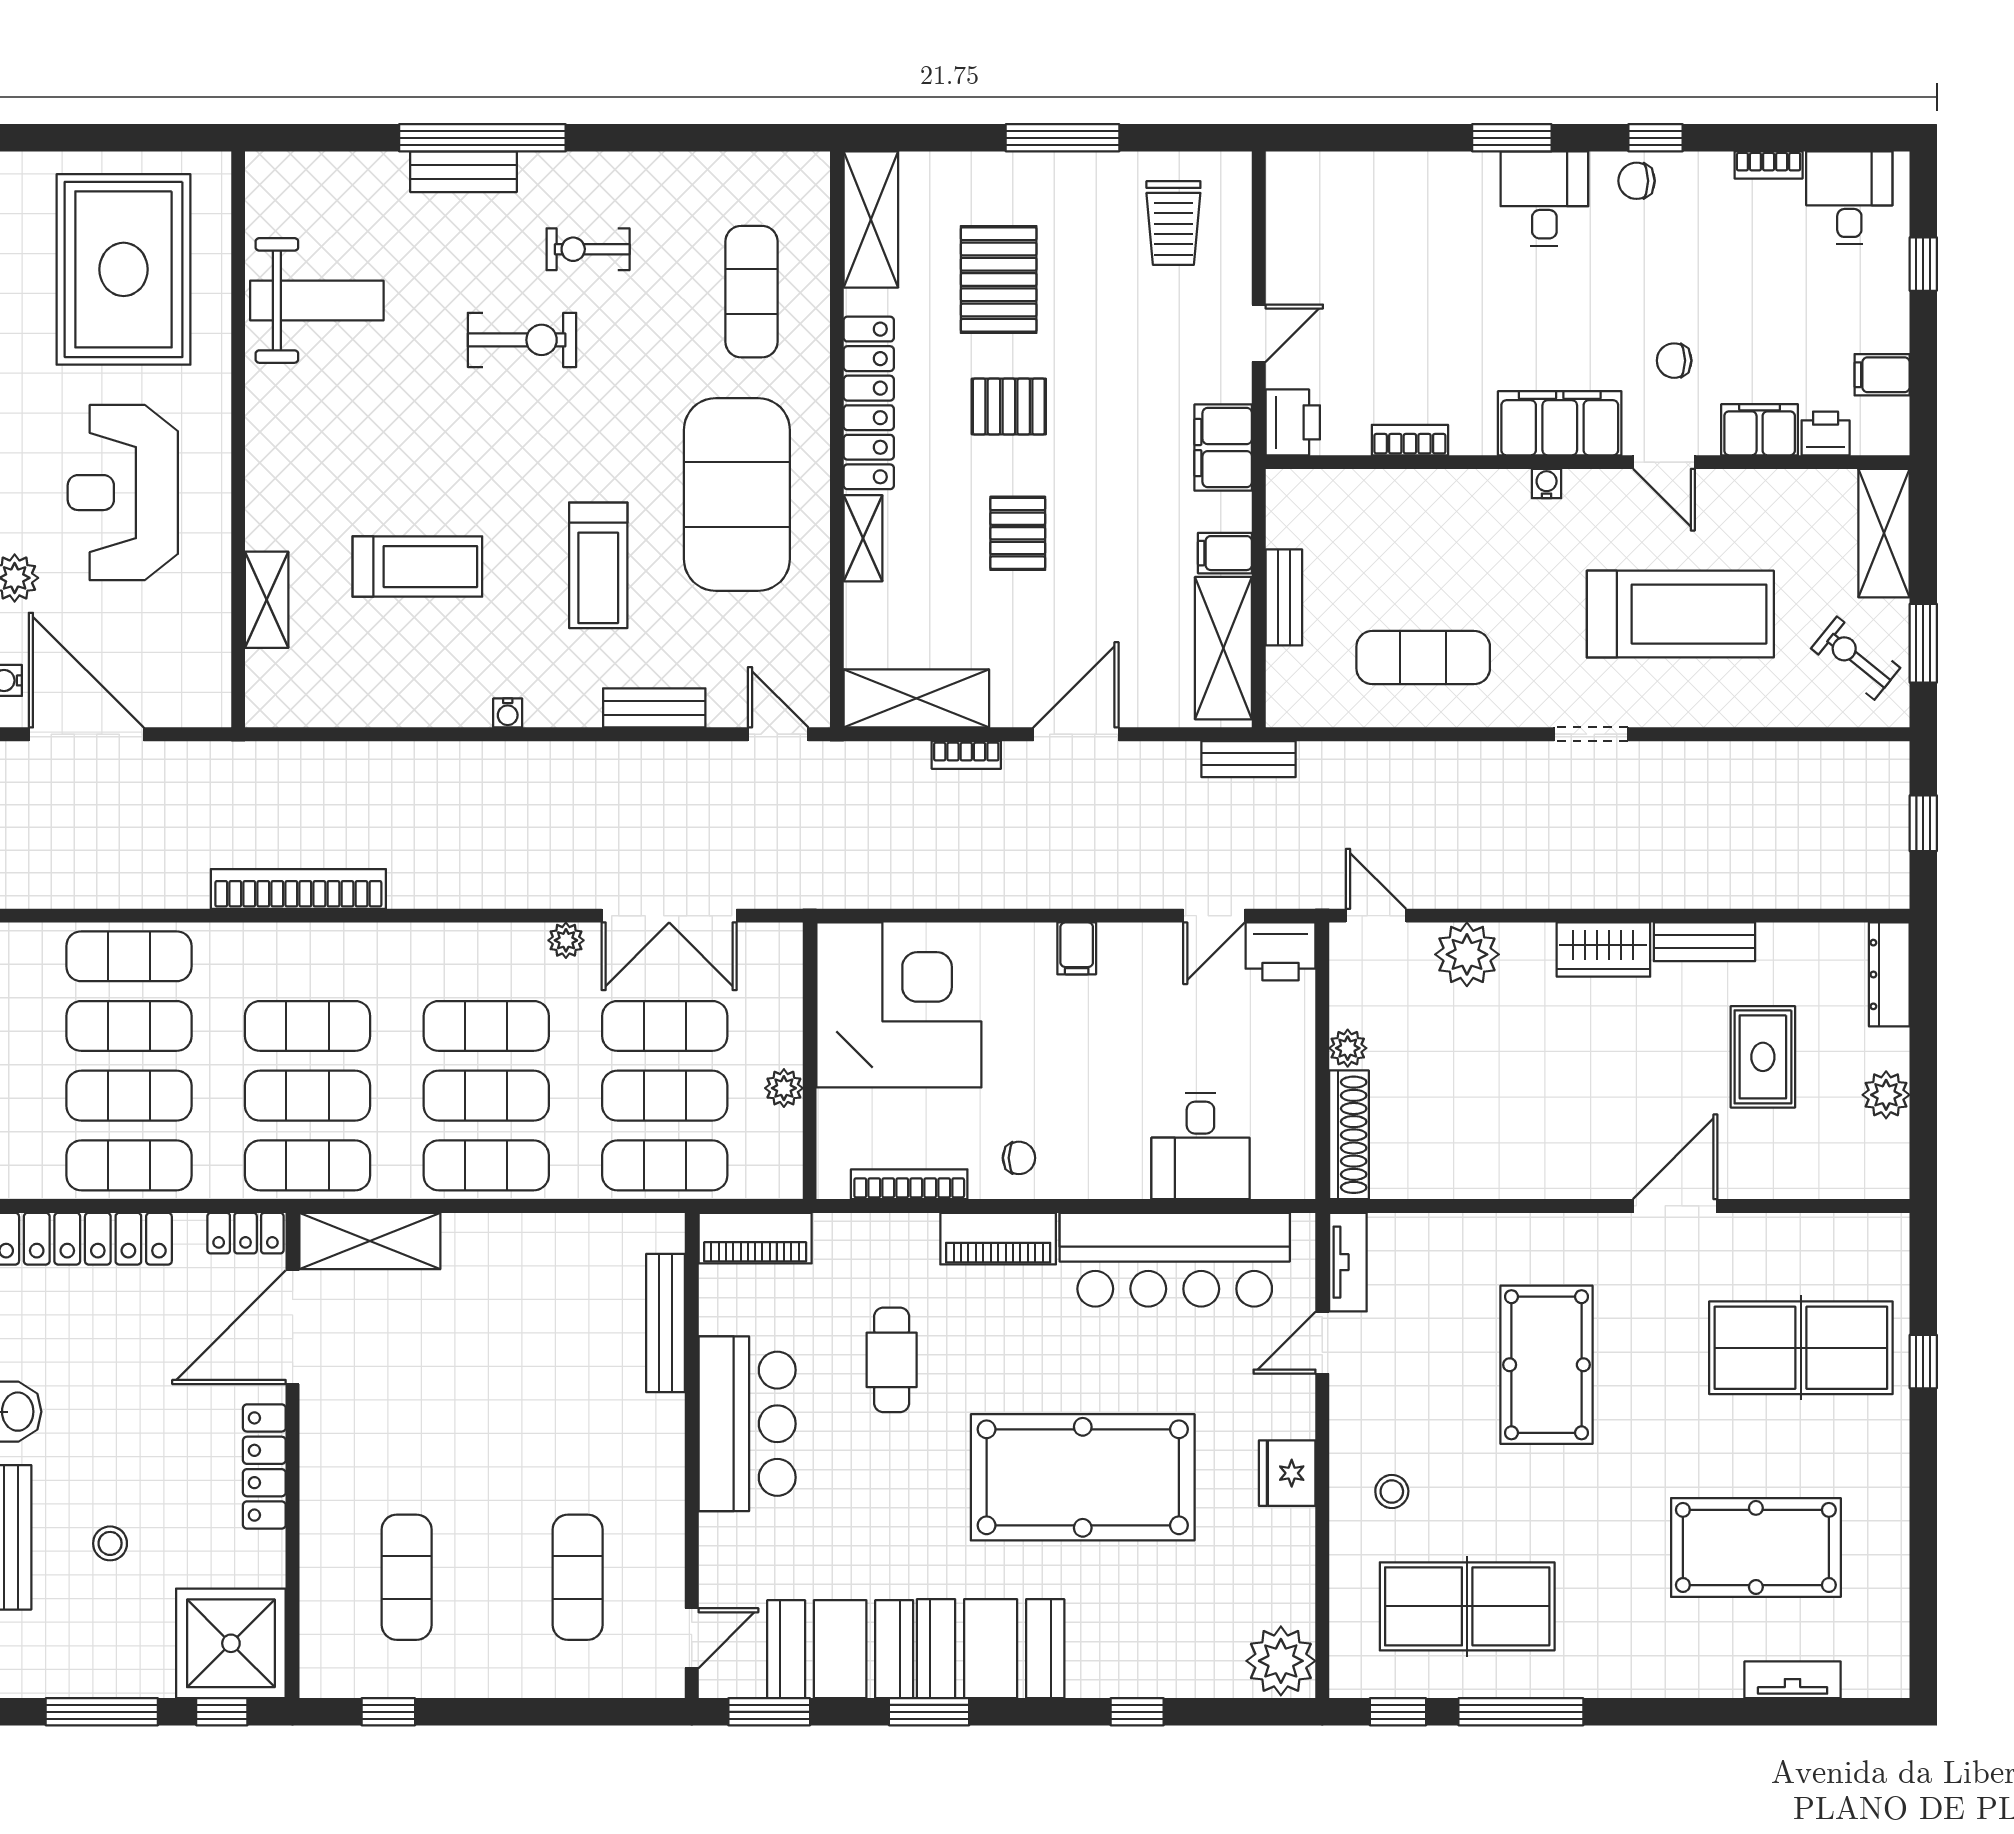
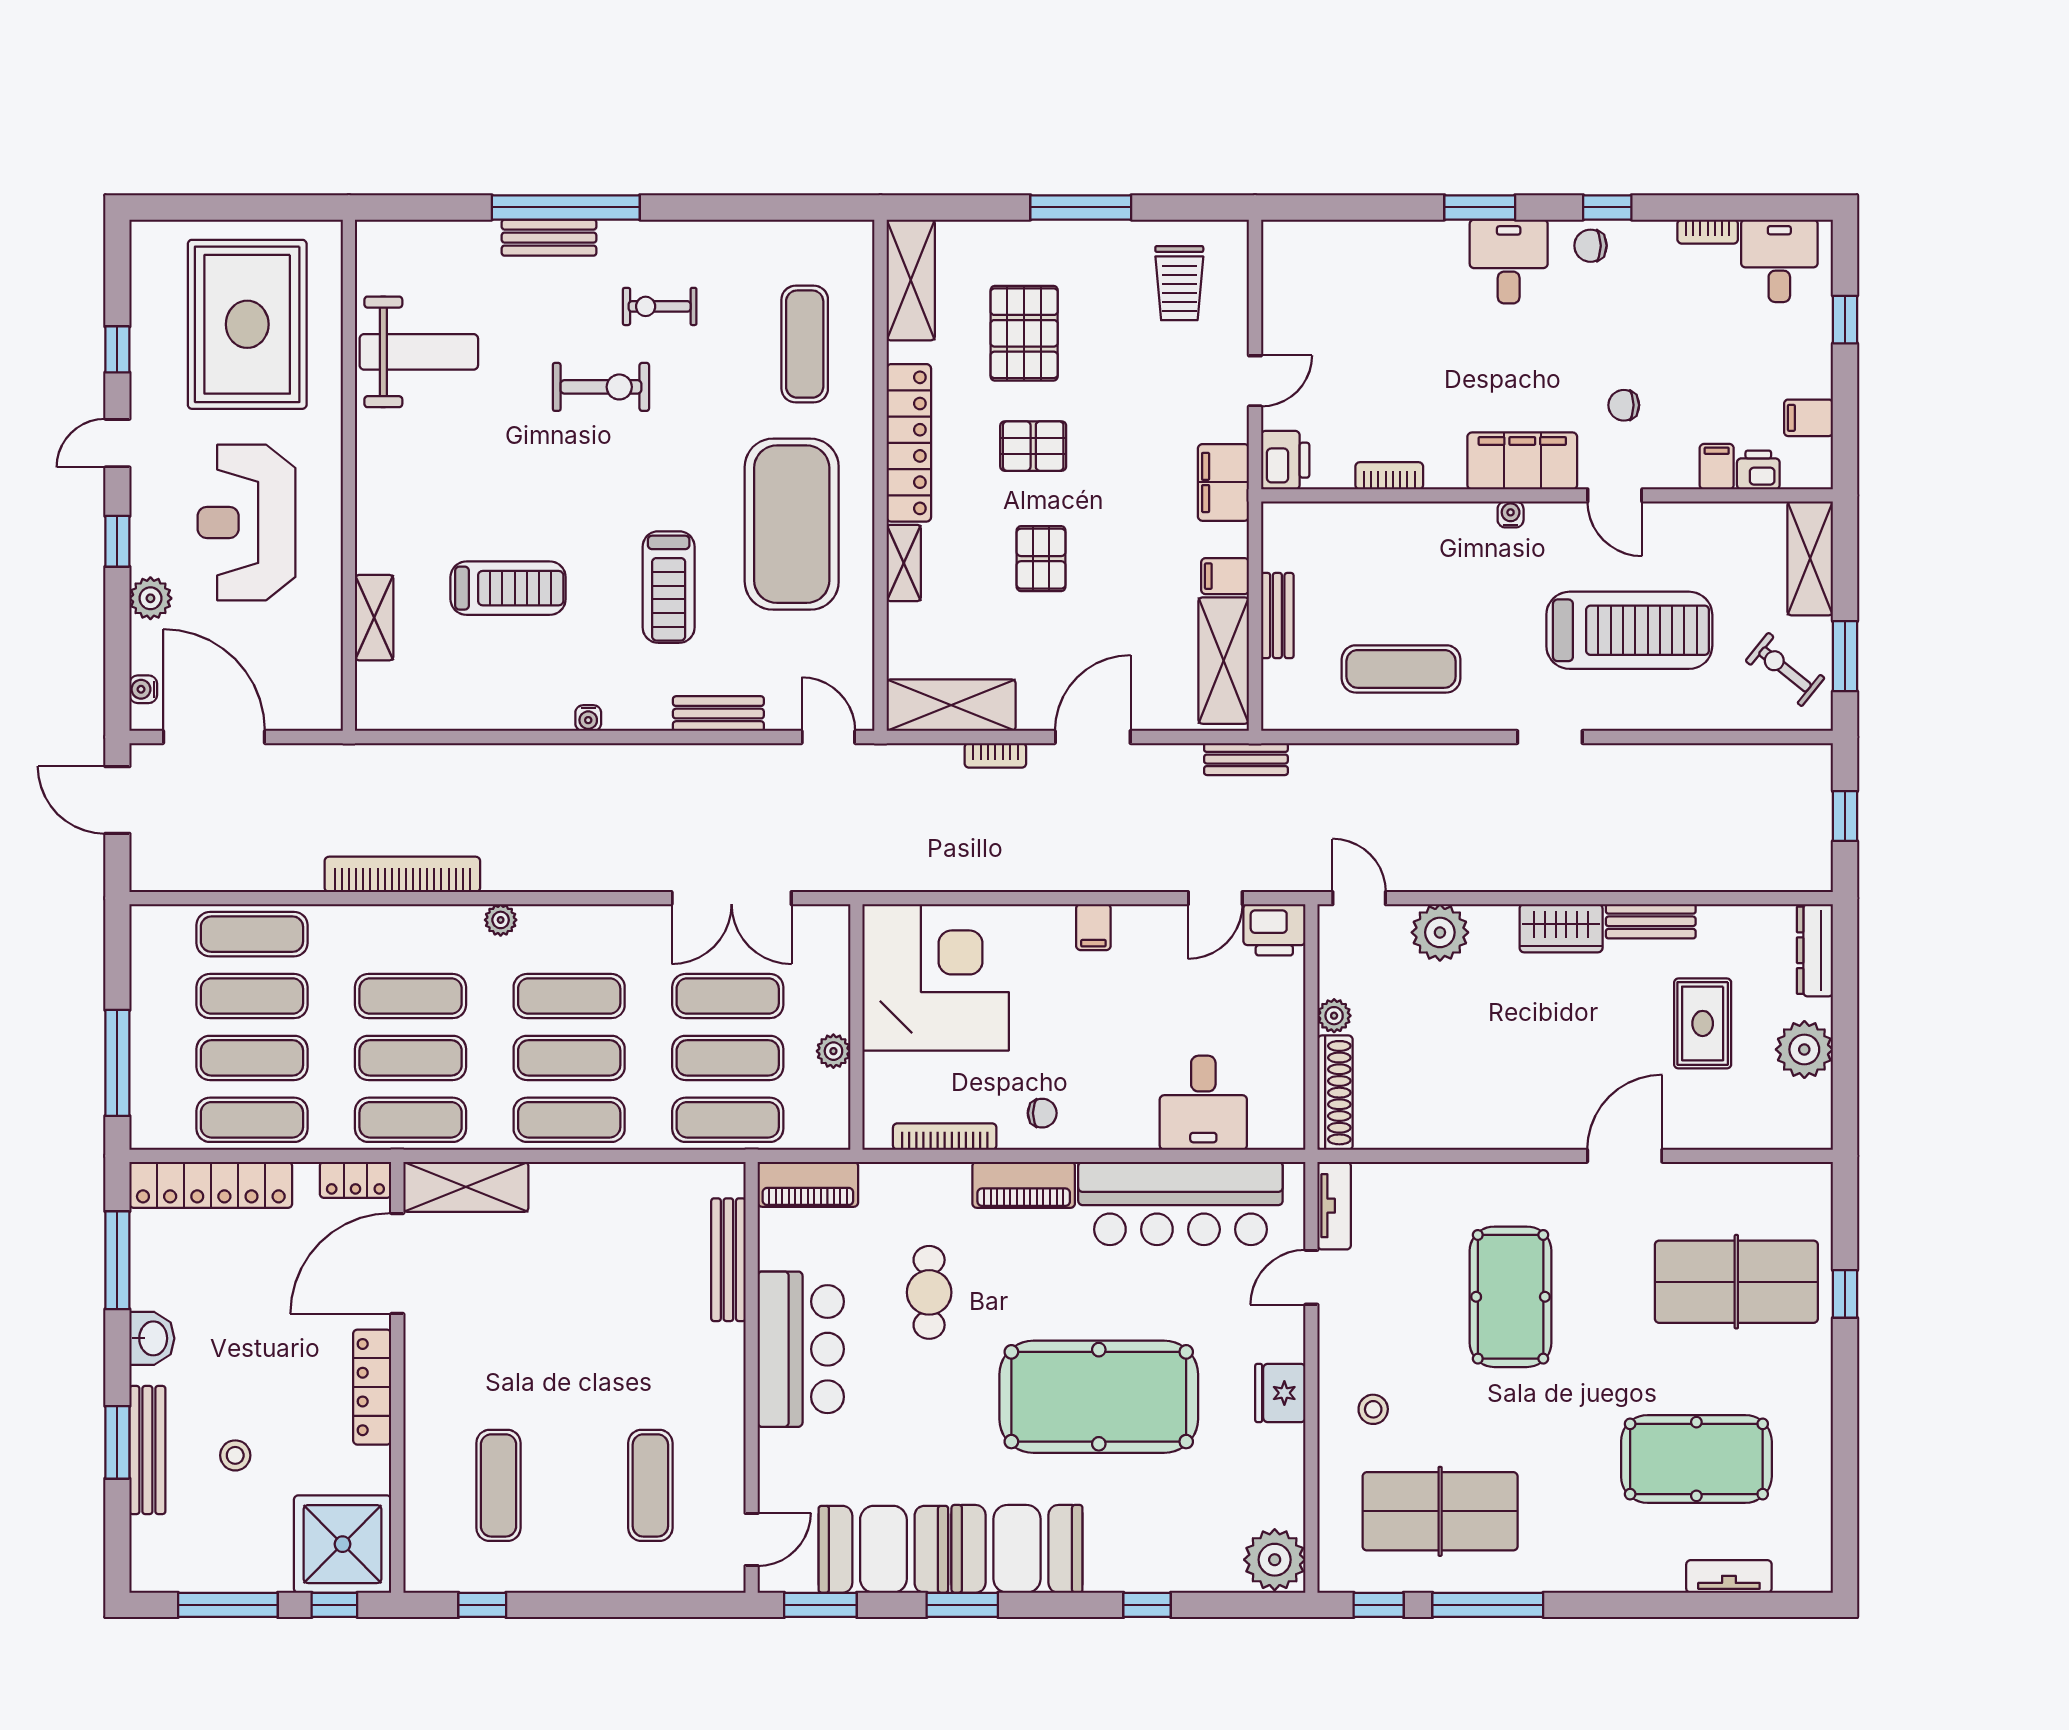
filing cabinet: (1760, 430) -> (1717, 467), width x0.50
plant: (566, 940) -> (501, 920), moved
plant: (1886, 1095) -> (1804, 1049), width x1.36, depth x1.36

